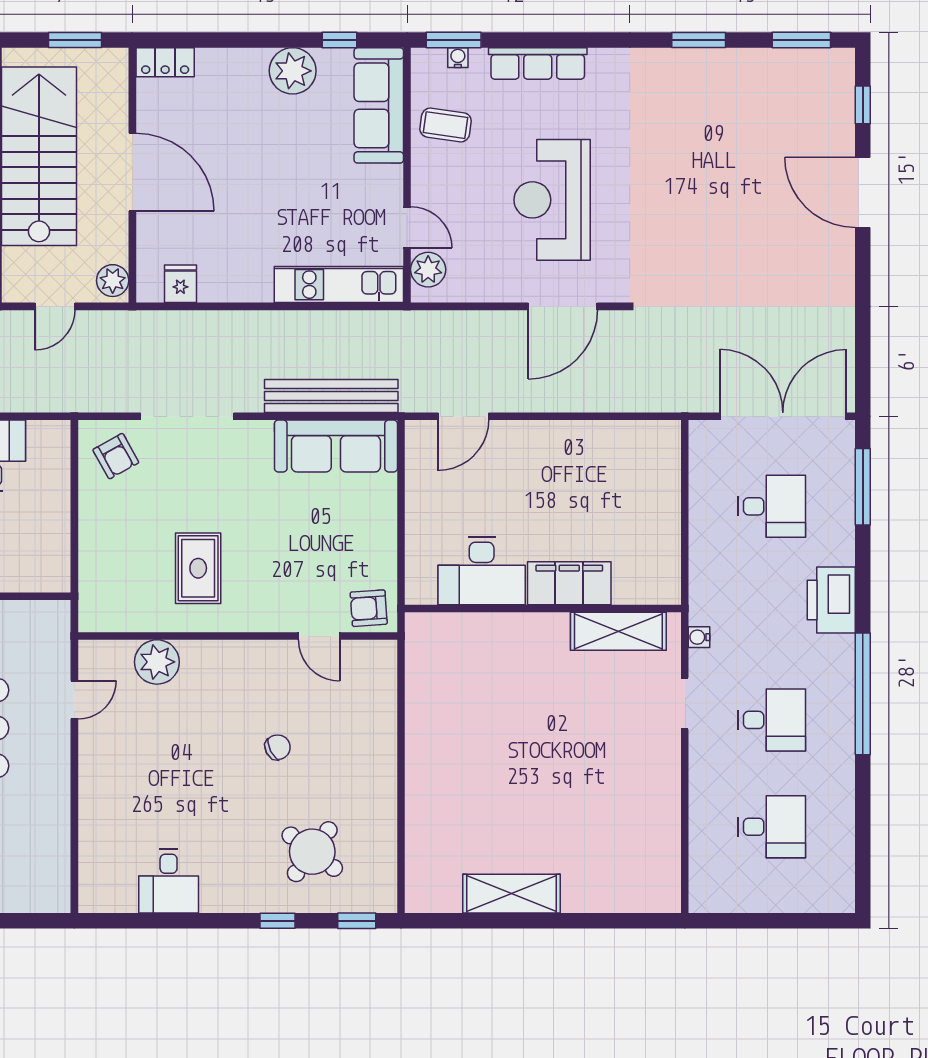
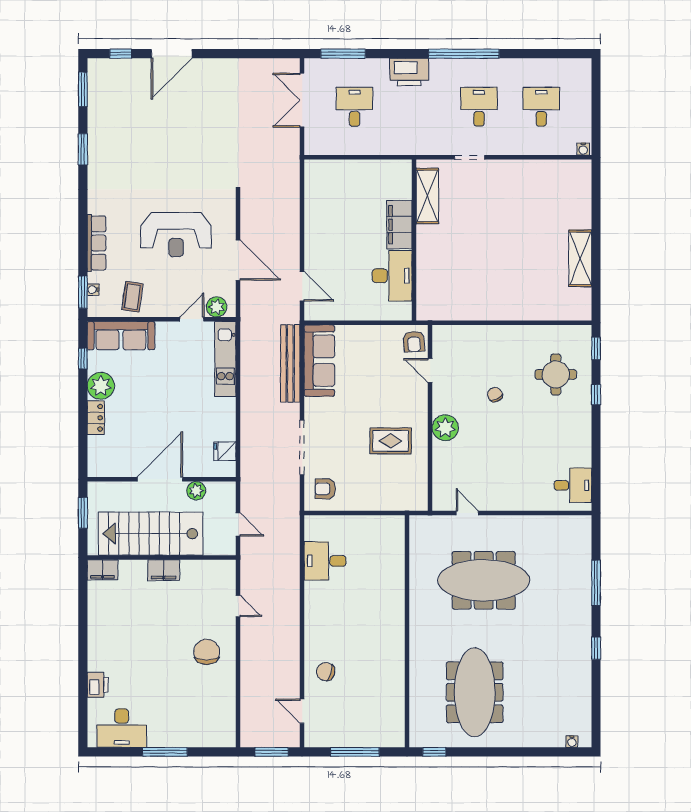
locker: (165, 62) -> (96, 418), moved
plant: (113, 281) -> (196, 491), moved
door: (563, 306) -> (238, 260), moved
double door: (783, 416) -> (302, 100), width x0.73
armchair: (116, 456) -> (325, 489), turned -151
door: (319, 636) -> (430, 370), swing flipped
water cooler: (699, 637) -> (583, 149), moved
plant: (157, 662) -> (445, 428), moved
round table: (312, 852) -> (556, 374), turned -37
desk: (169, 881) -> (573, 485), moved

